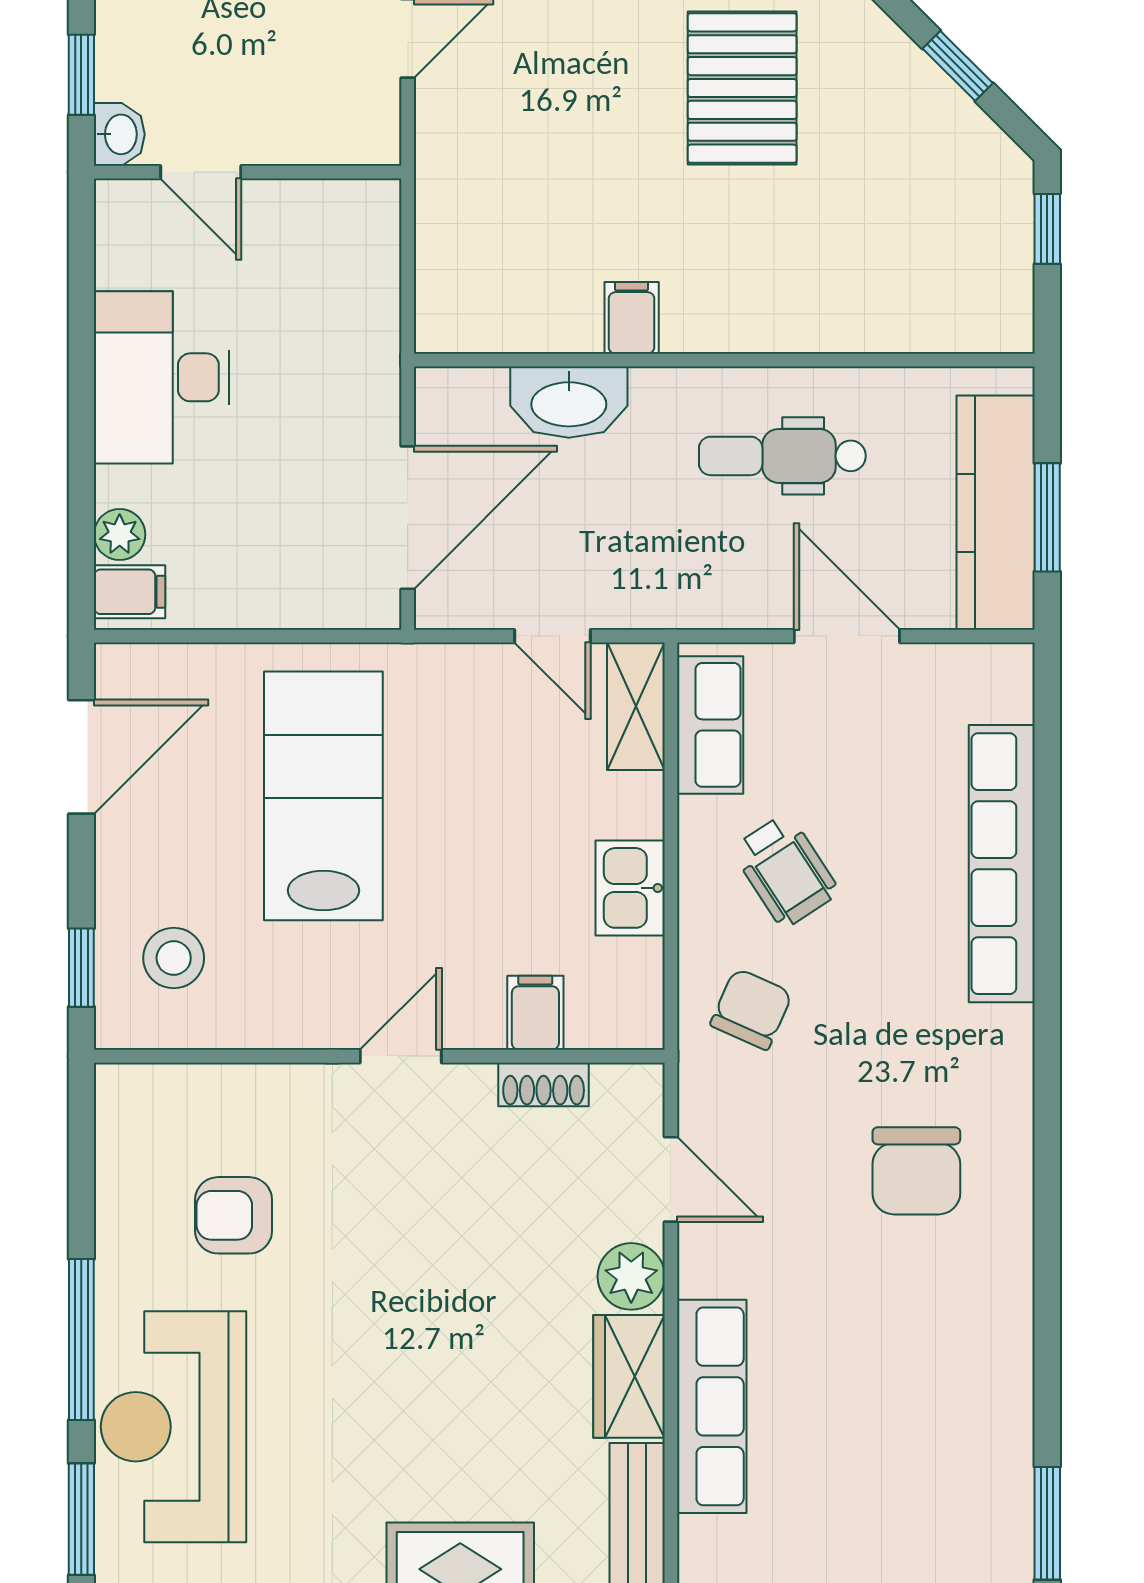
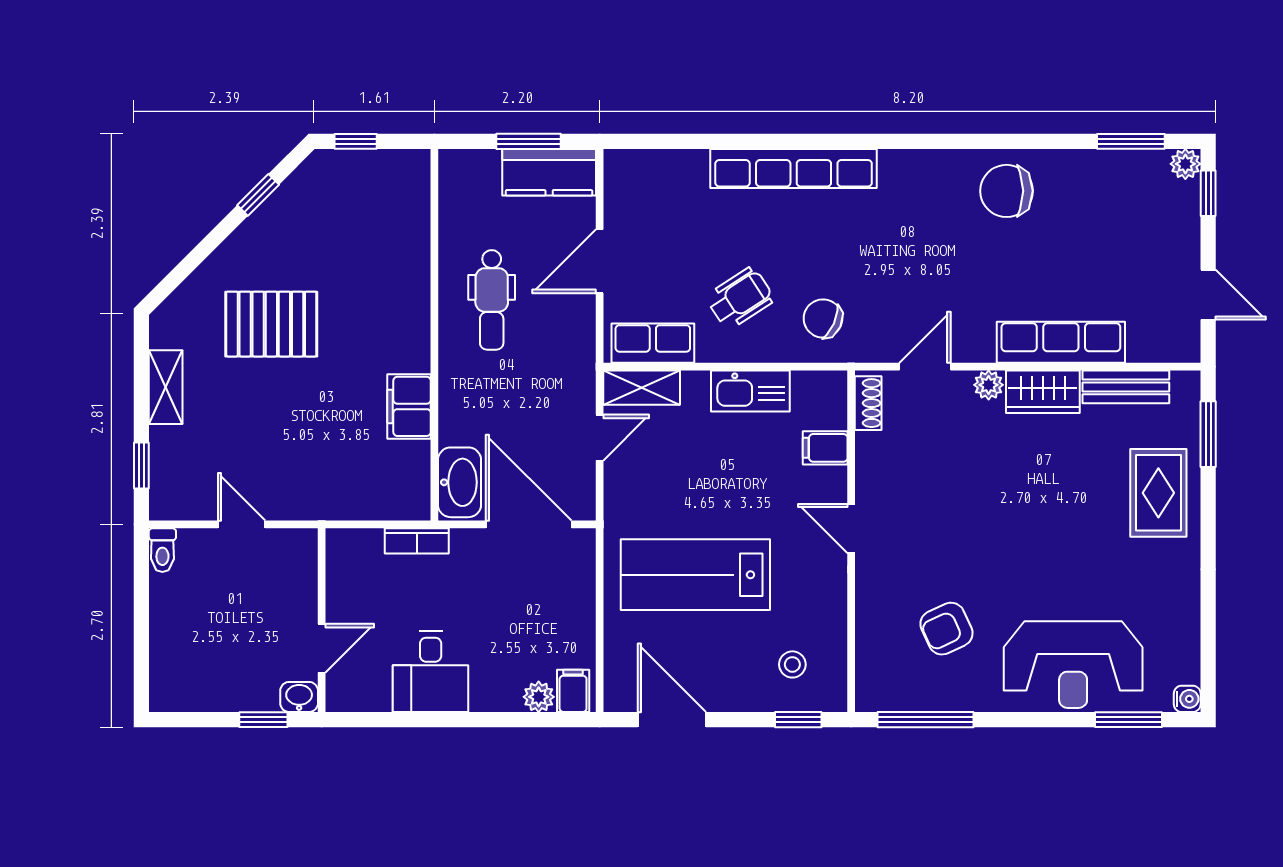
filing cabinet: (632, 318) -> (409, 406), width x2.00
bookcase: (380, 331) -> (417, 541), added
desk: (162, 377) -> (431, 672), width x0.73
washbasin: (569, 402) -> (460, 482), moved
kitchen counter: (996, 513) -> (549, 172), width x0.67
row of seats: (1002, 864) -> (794, 169), moved
kitchen sink: (630, 888) -> (750, 391), width x1.38
stool: (174, 958) -> (792, 664), width x0.73, depth x0.73
shoe rack: (544, 1084) -> (868, 403), moved
chair: (916, 1171) -> (1007, 191), moved, turned 180
armchair: (234, 1215) -> (946, 629), turned 65
plant: (631, 1276) -> (989, 385), width x0.73, depth x0.73
window: (81, 1339) -> (925, 720), moved

